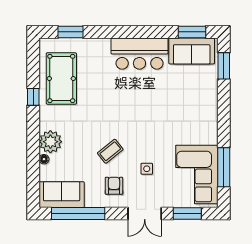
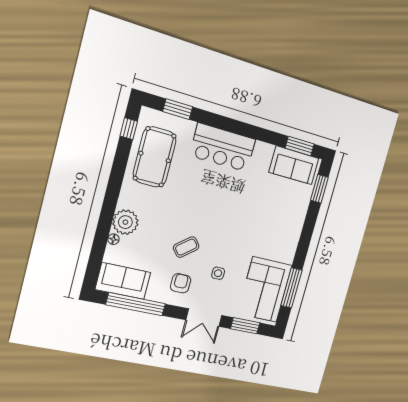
bar counter: (139, 54) -> (223, 148), moved
window: (33, 97) -> (129, 129), moved

